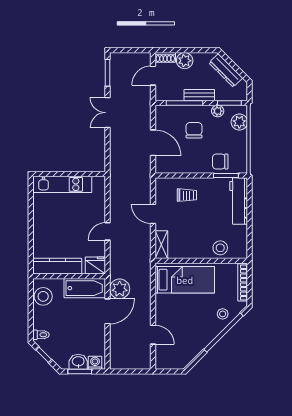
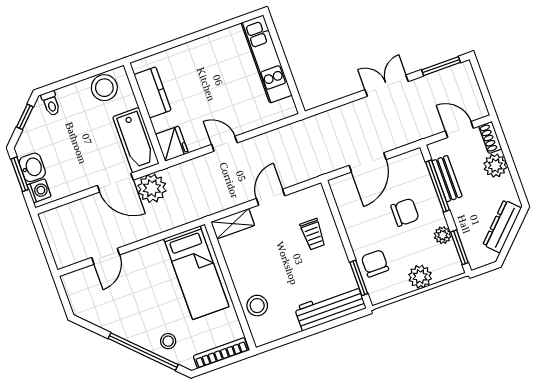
bench: (199, 95) -> (447, 179), moved
plant: (239, 122) -> (420, 277), moved
kitchen counter: (57, 266) -> (153, 92), width x0.67

